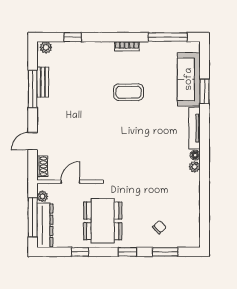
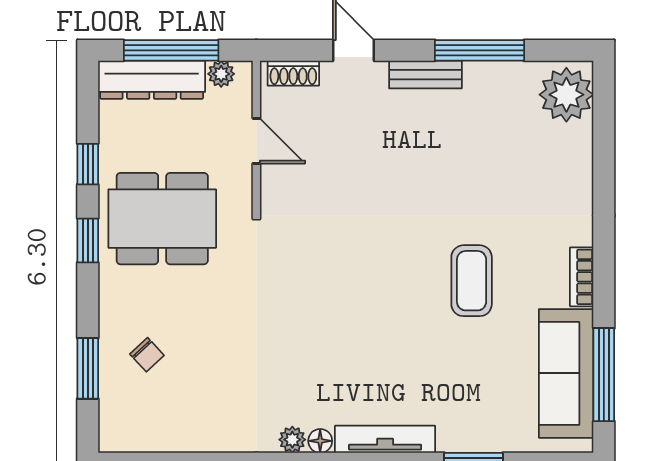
window: (73, 37) -> (604, 147), removed
plant: (46, 47) -> (566, 95), width x1.87, depth x1.87
sofa: (189, 79) -> (566, 373), moved, turned -90
bench: (43, 82) -> (425, 75), moved
window: (127, 252) -> (88, 240), moved

